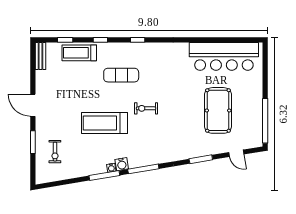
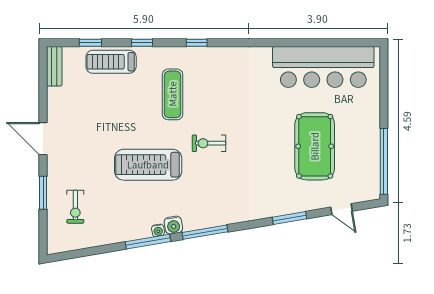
exercise mat: (121, 75) -> (173, 94), turned 90

